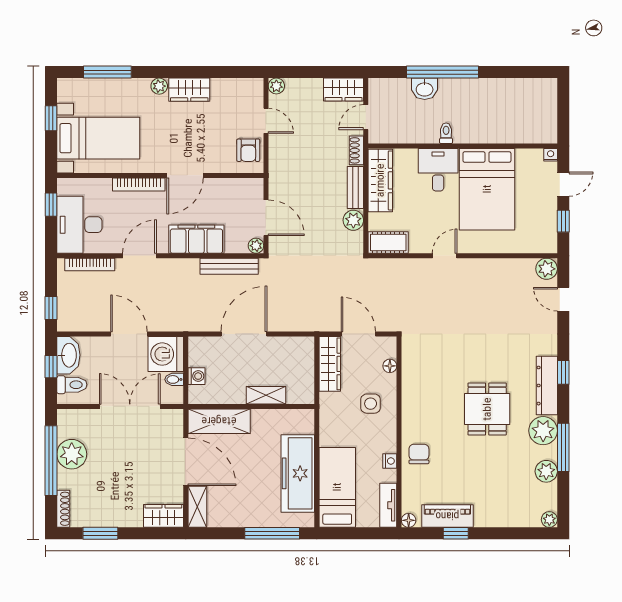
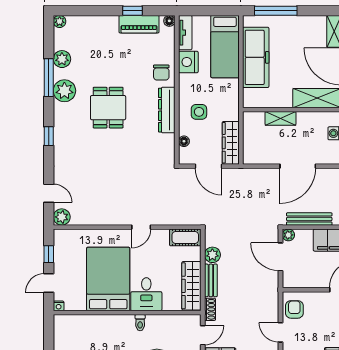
dresser: (547, 386) -> (167, 110), moved, turned 180
nightstand: (390, 461) -> (188, 62), width x1.89, depth x1.79

